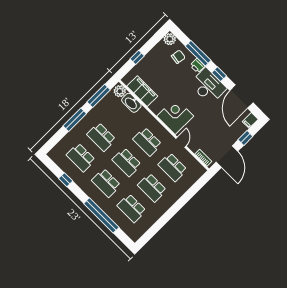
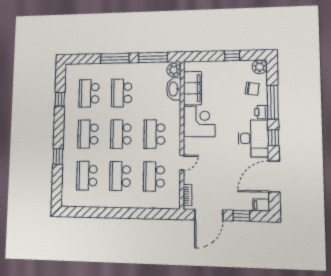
window: (137, 57) -> (232, 56), moved
corner desk: (175, 116) -> (199, 121), moved
window: (101, 215) -> (58, 156), width x0.32

